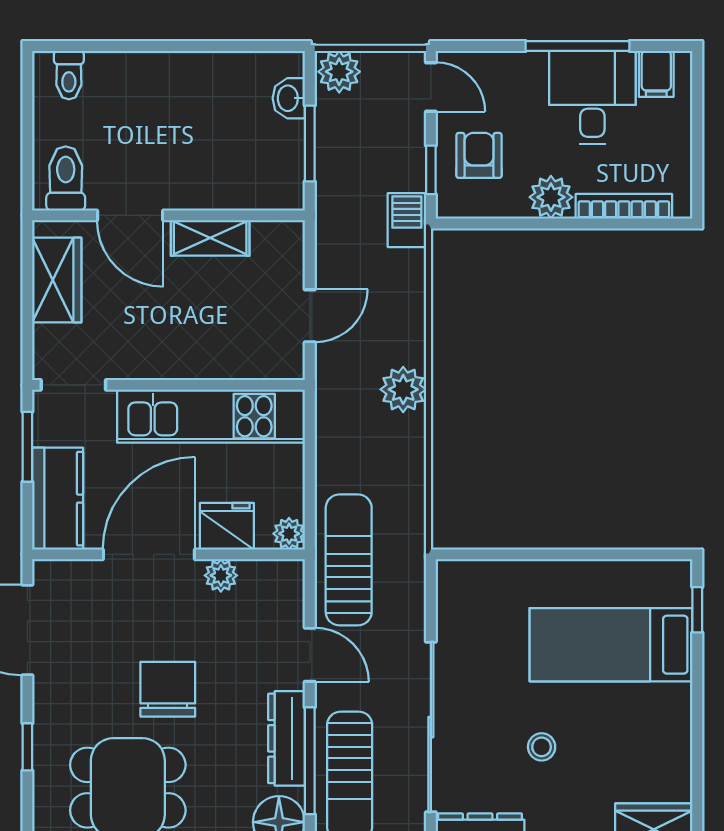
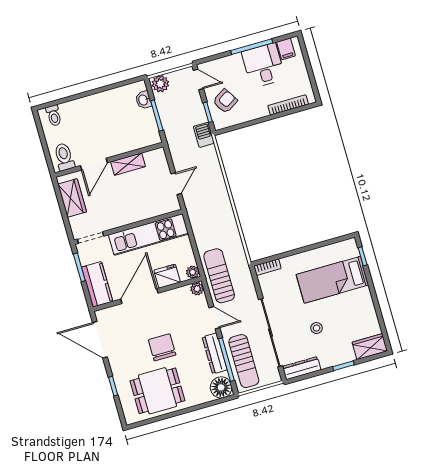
armchair: (479, 155) -> (225, 101), turned 58
plant: (551, 197) -> (258, 109), removed
door: (130, 215) -> (94, 164), hinge flipped
plant: (403, 389) -> (221, 202), removed
bookcase: (467, 572) -> (267, 267), added
plant: (221, 575) -> (197, 289), moved

